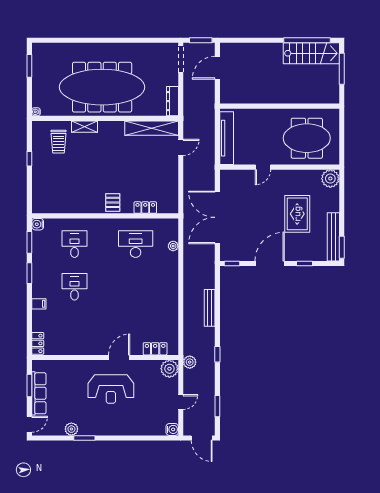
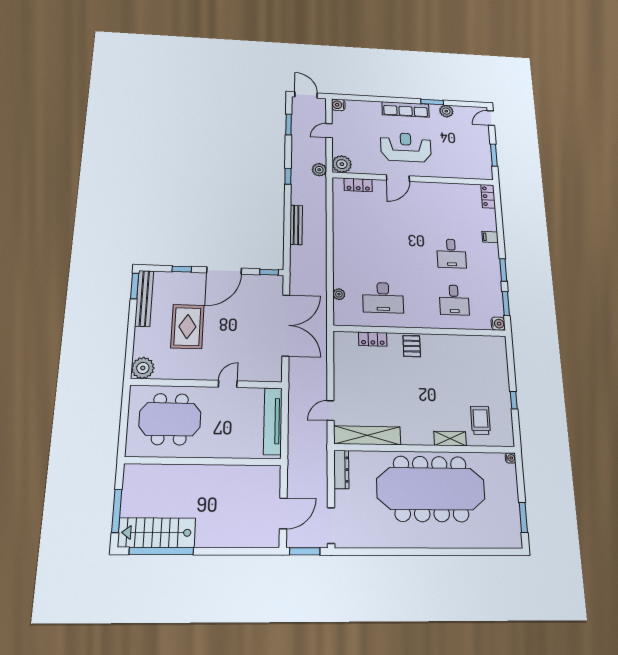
row of seats: (39, 393) -> (406, 109), moved, turned -90

